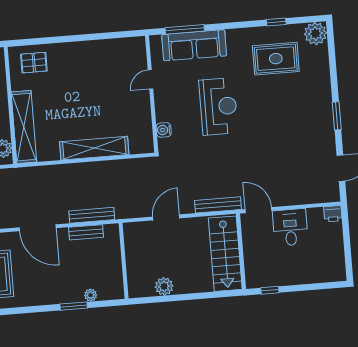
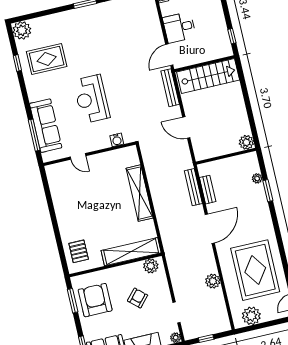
rug: (276, 59) -> (47, 59), turned 90
reception desk: (218, 106) -> (91, 99), turned -90
plant: (164, 286) -> (246, 142), moved

